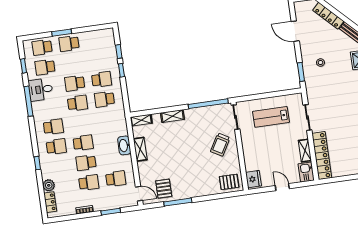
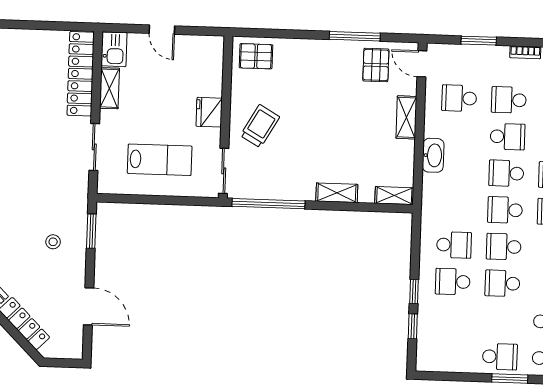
school desk: (75, 83) -> (502, 283), turned 180
school desk: (80, 123) -> (505, 210), added
shelving: (140, 149) -> (406, 117), moved
fridge: (253, 179) -> (209, 112), moved

